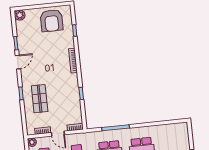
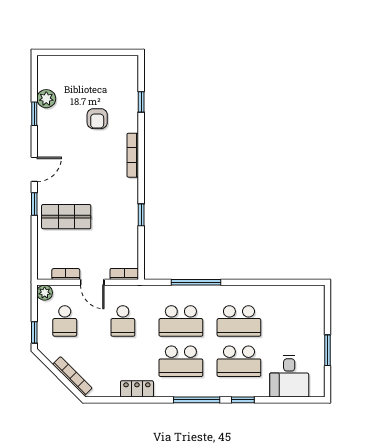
plant: (20, 15) -> (46, 99), moved
armchair: (52, 21) -> (97, 119), moved, width x0.53, depth x0.53
door: (18, 62) -> (34, 169), moved
shop shelf: (40, 99) -> (66, 217), turned 90

